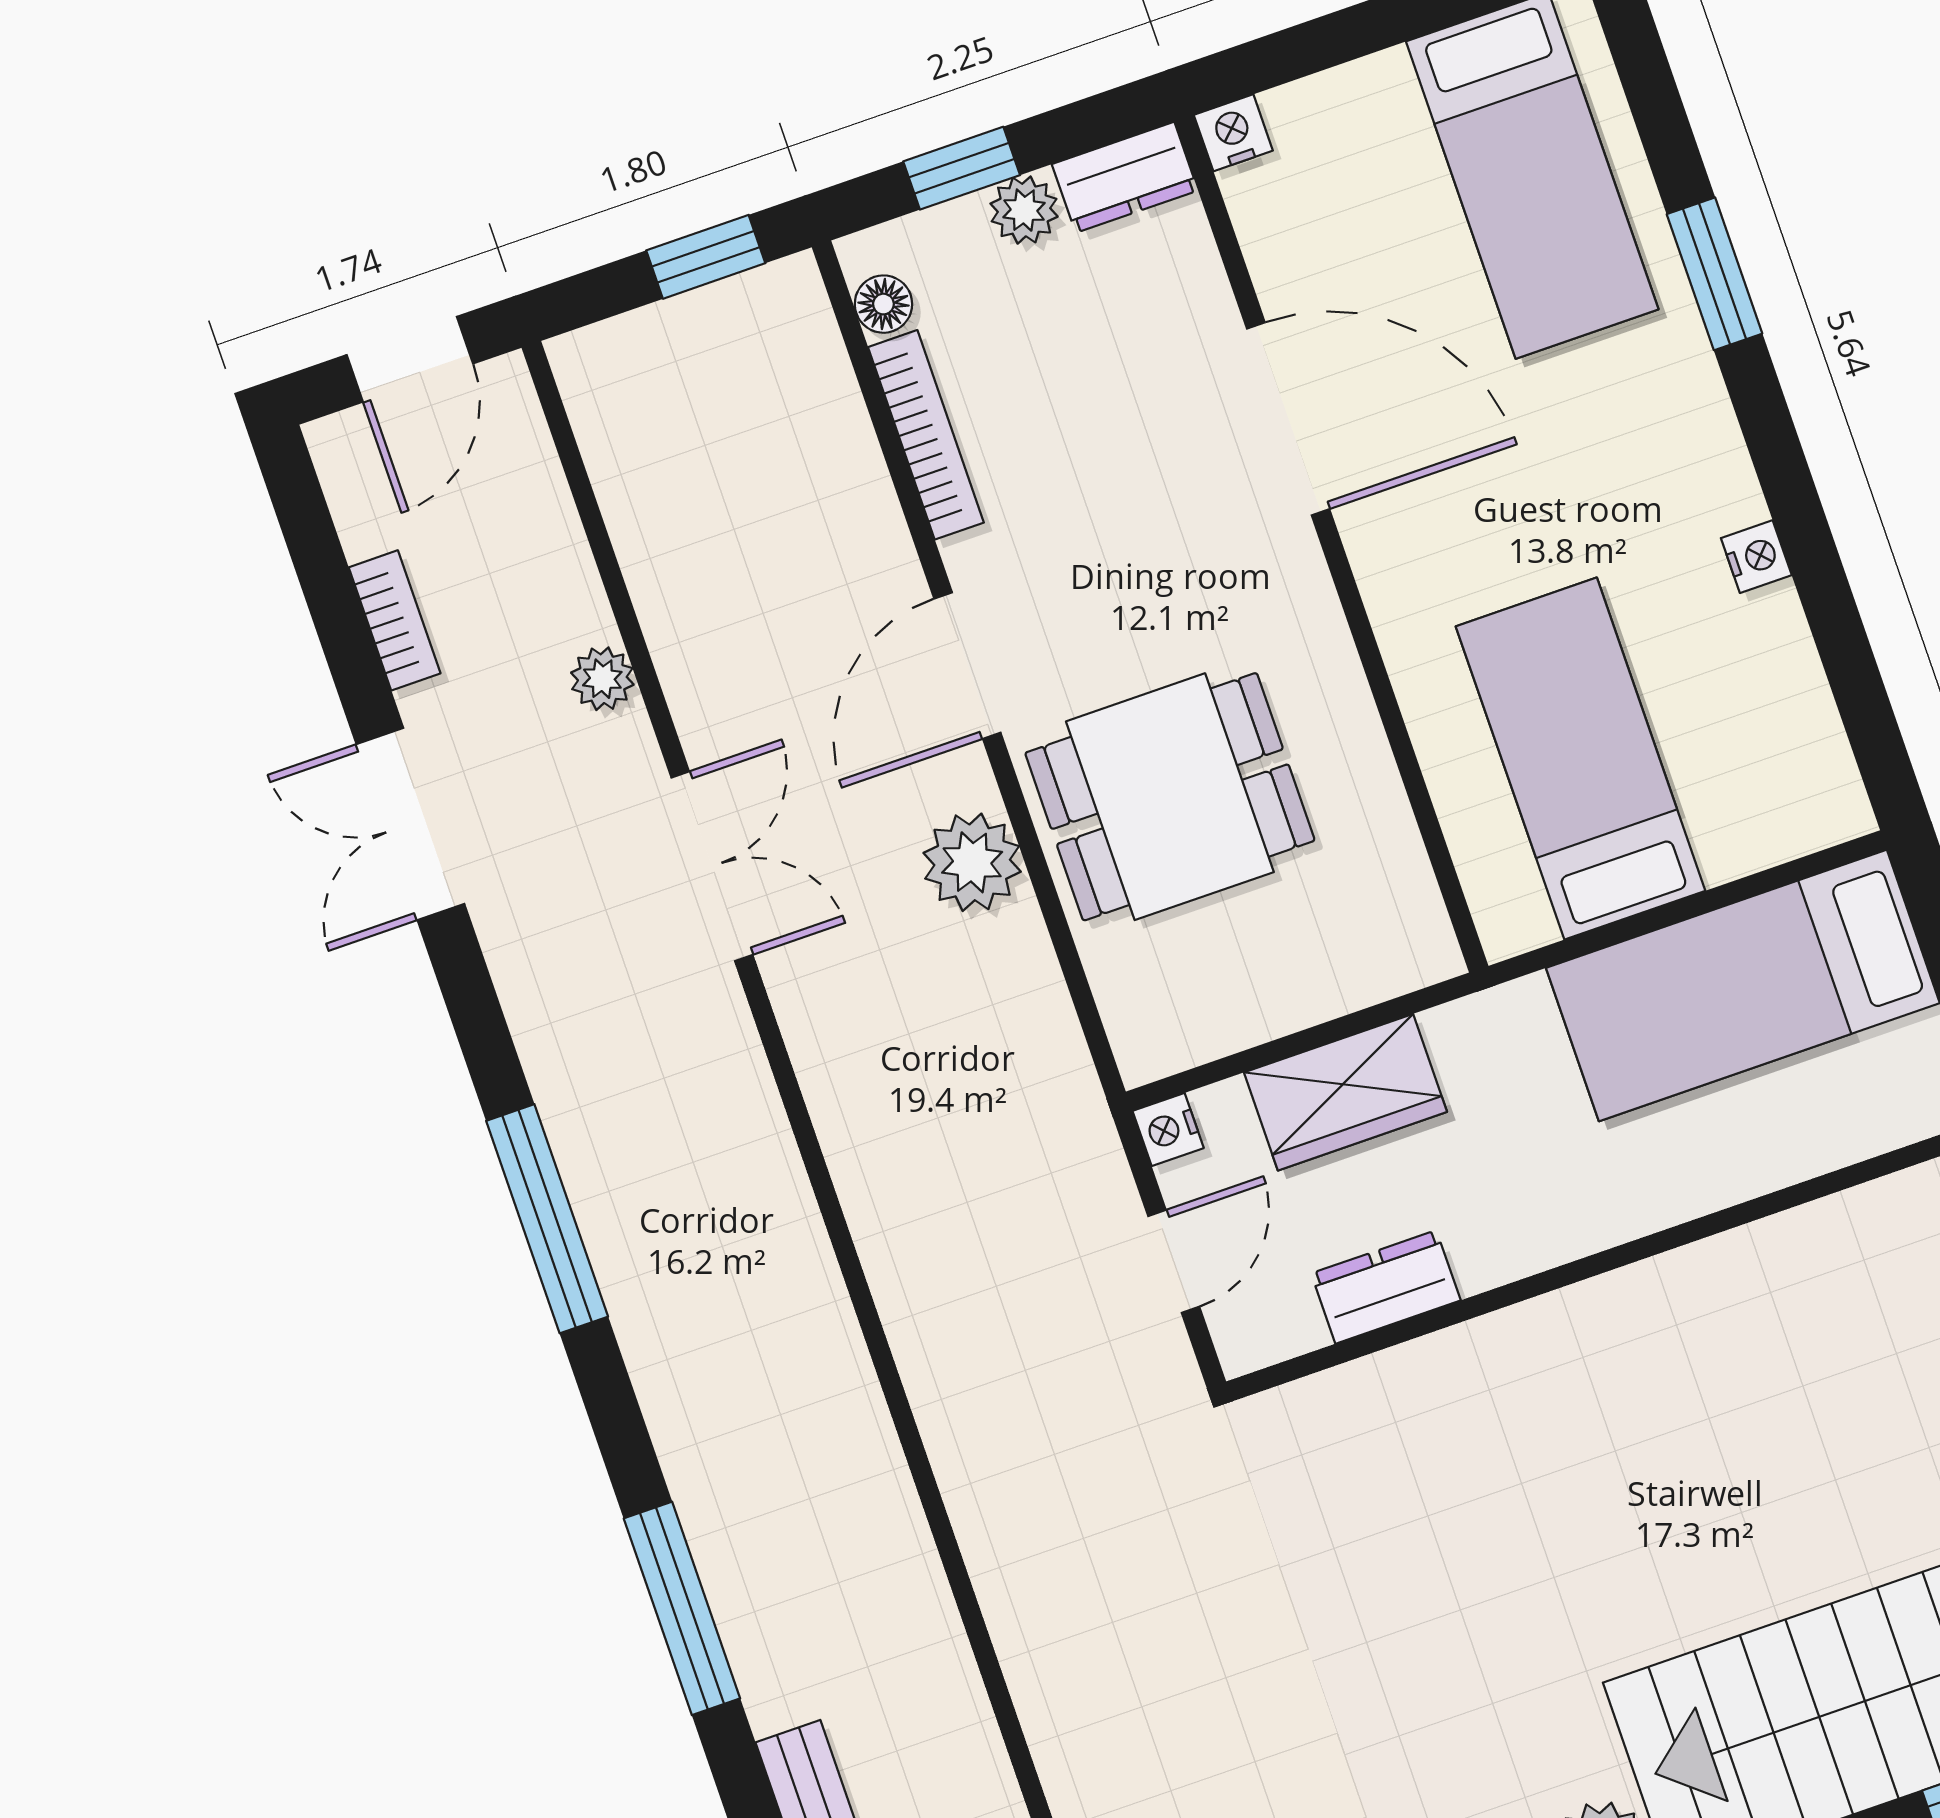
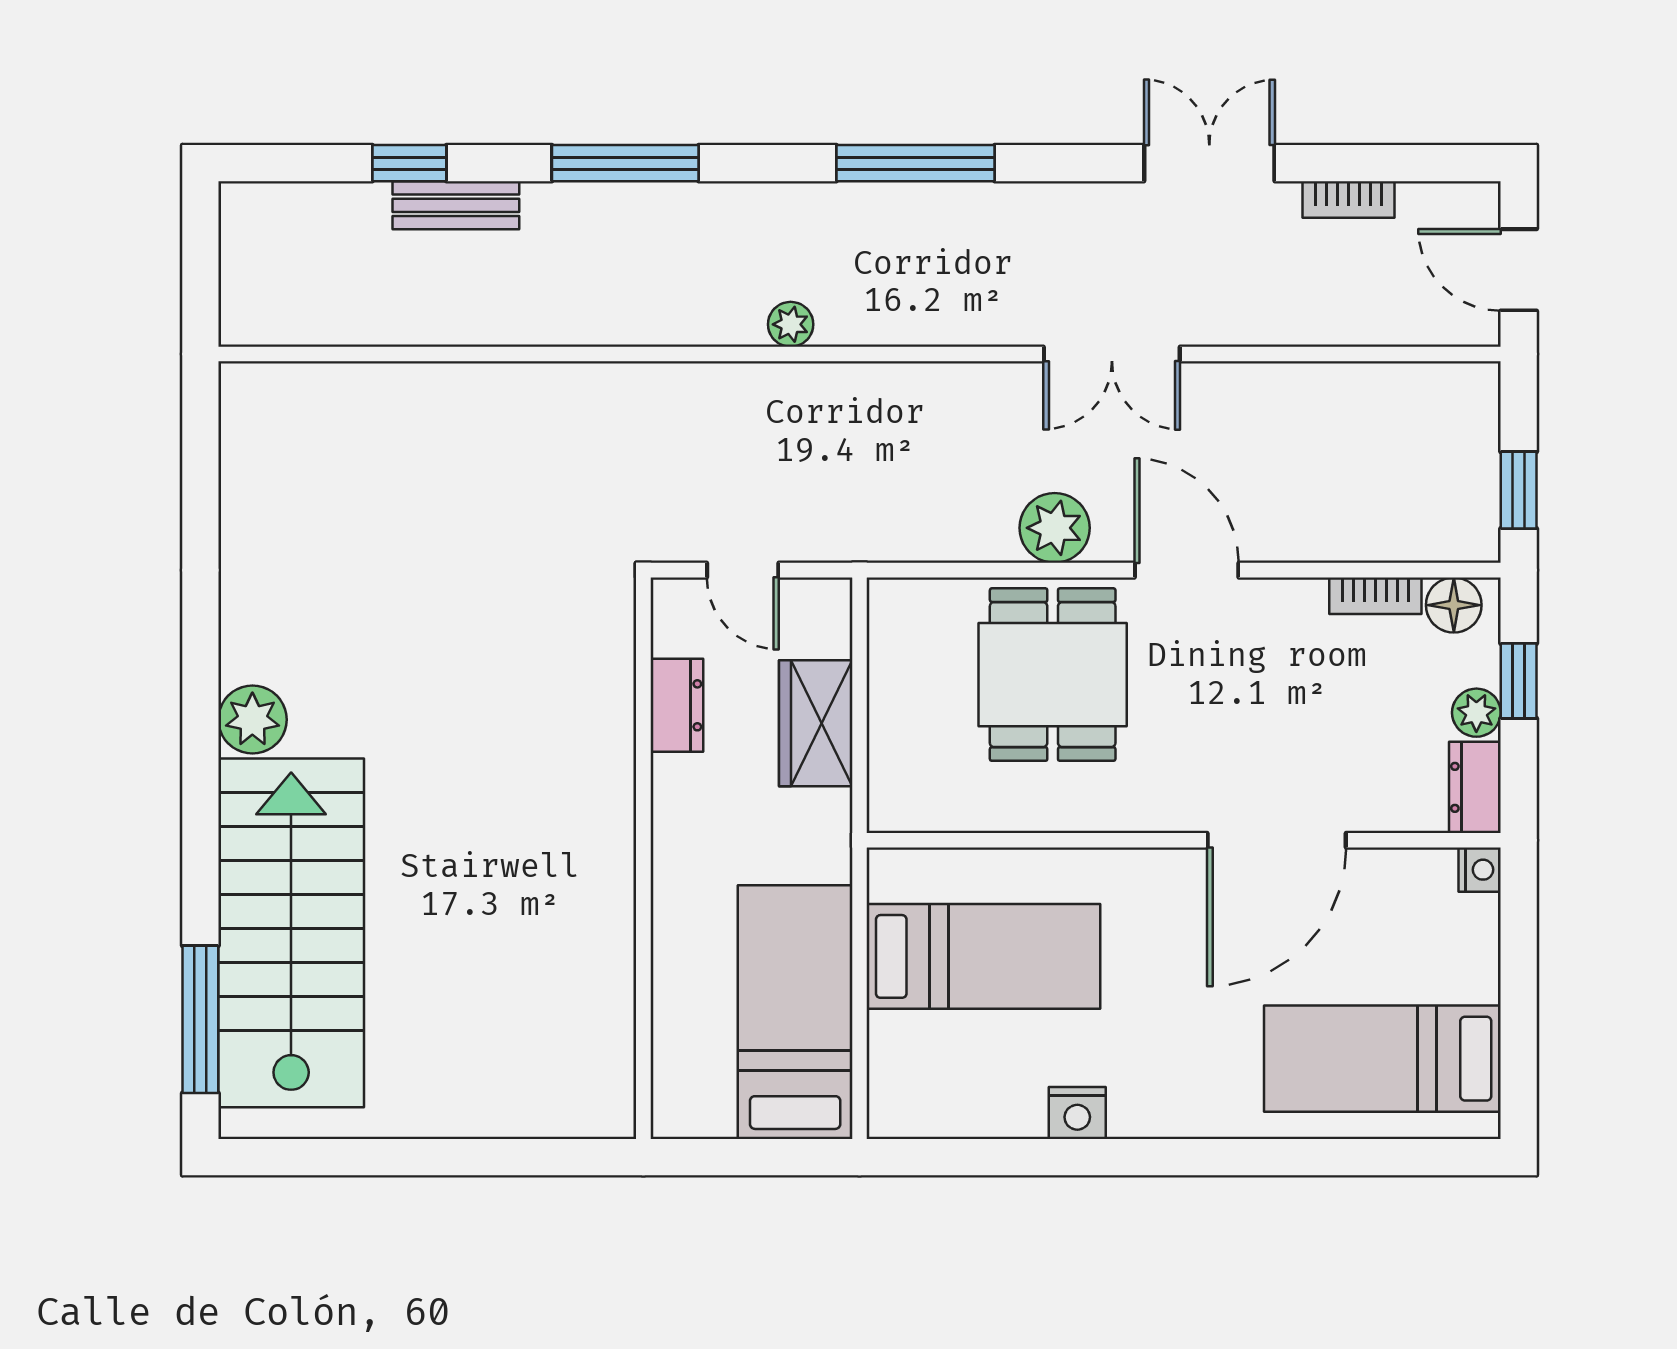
window: (1715, 274) -> (1275, 1157), removed
floor lamp: (883, 304) -> (1454, 605), width x1.37, depth x1.37
bookcase: (926, 435) -> (1375, 596), width x0.64
nightstand: (1756, 557) -> (1077, 1113), width x1.39, depth x1.35
plant: (602, 679) -> (791, 324), moved
nightstand: (1168, 1129) -> (832, 597), removed

